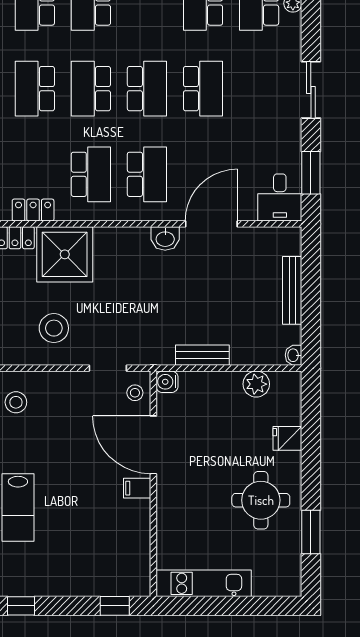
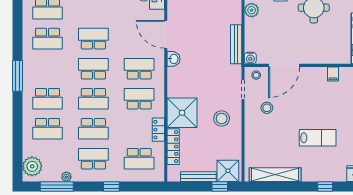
bench: (202, 355) -> (236, 44), width x1.36
stool: (16, 402) -> (267, 108), moved
filing cabinet: (137, 488) -> (333, 74), moved

